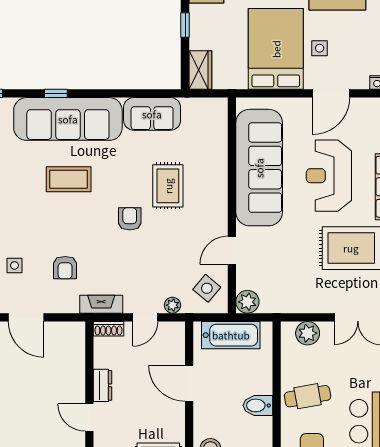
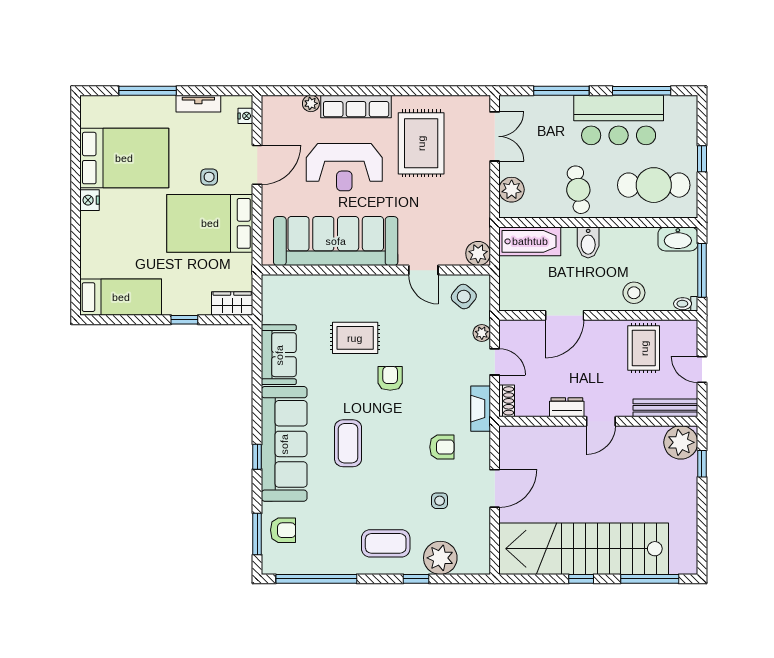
door: (331, 93) -> (257, 165), hinge flipped
armchair: (130, 219) -> (390, 378), turned 90
bathtub: (231, 335) -> (530, 241), moved, turned 90

